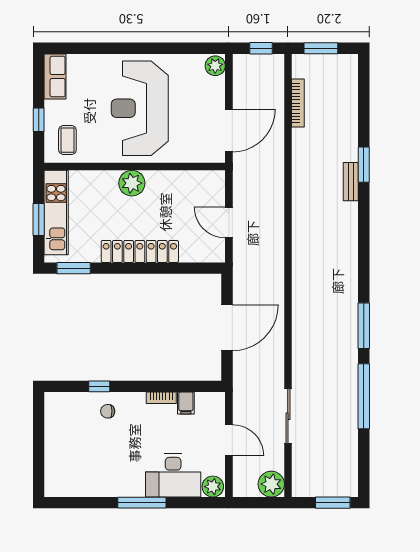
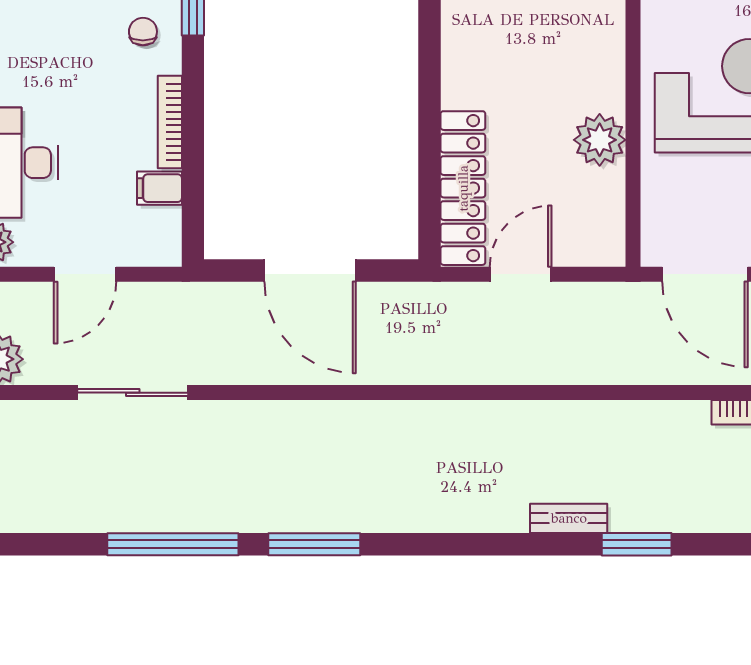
bench: (351, 182) -> (569, 518), moved
plant: (132, 183) -> (600, 140), moved
locker: (140, 251) -> (463, 188), moved
bookcase: (161, 398) -> (170, 122), width x1.56

